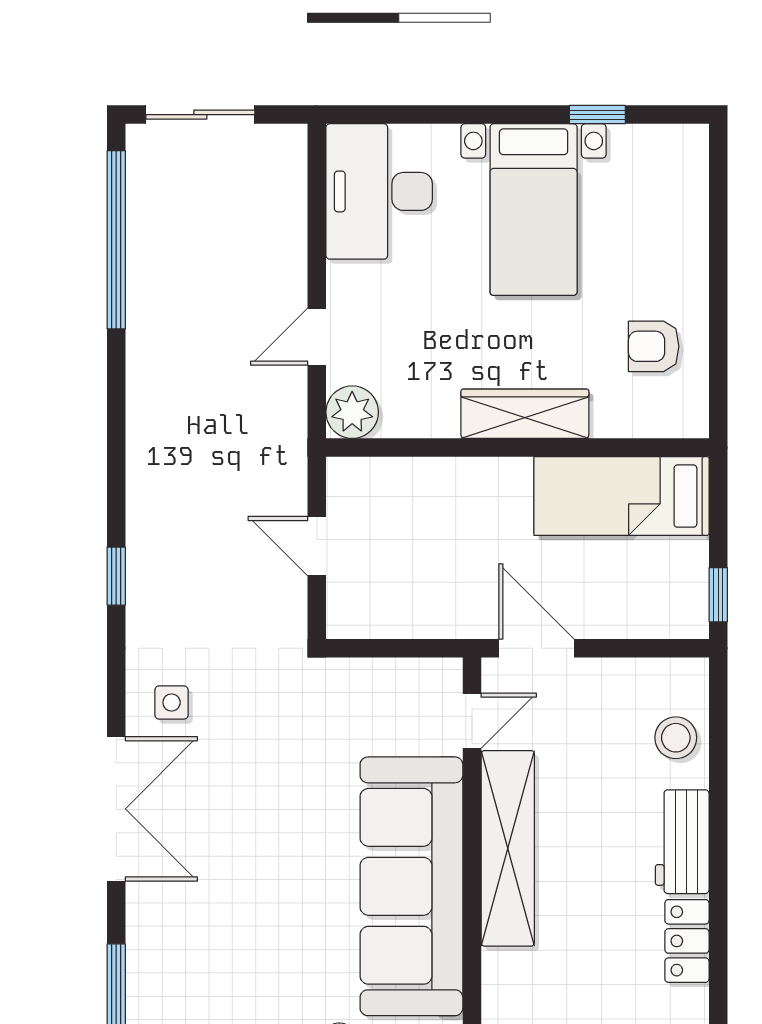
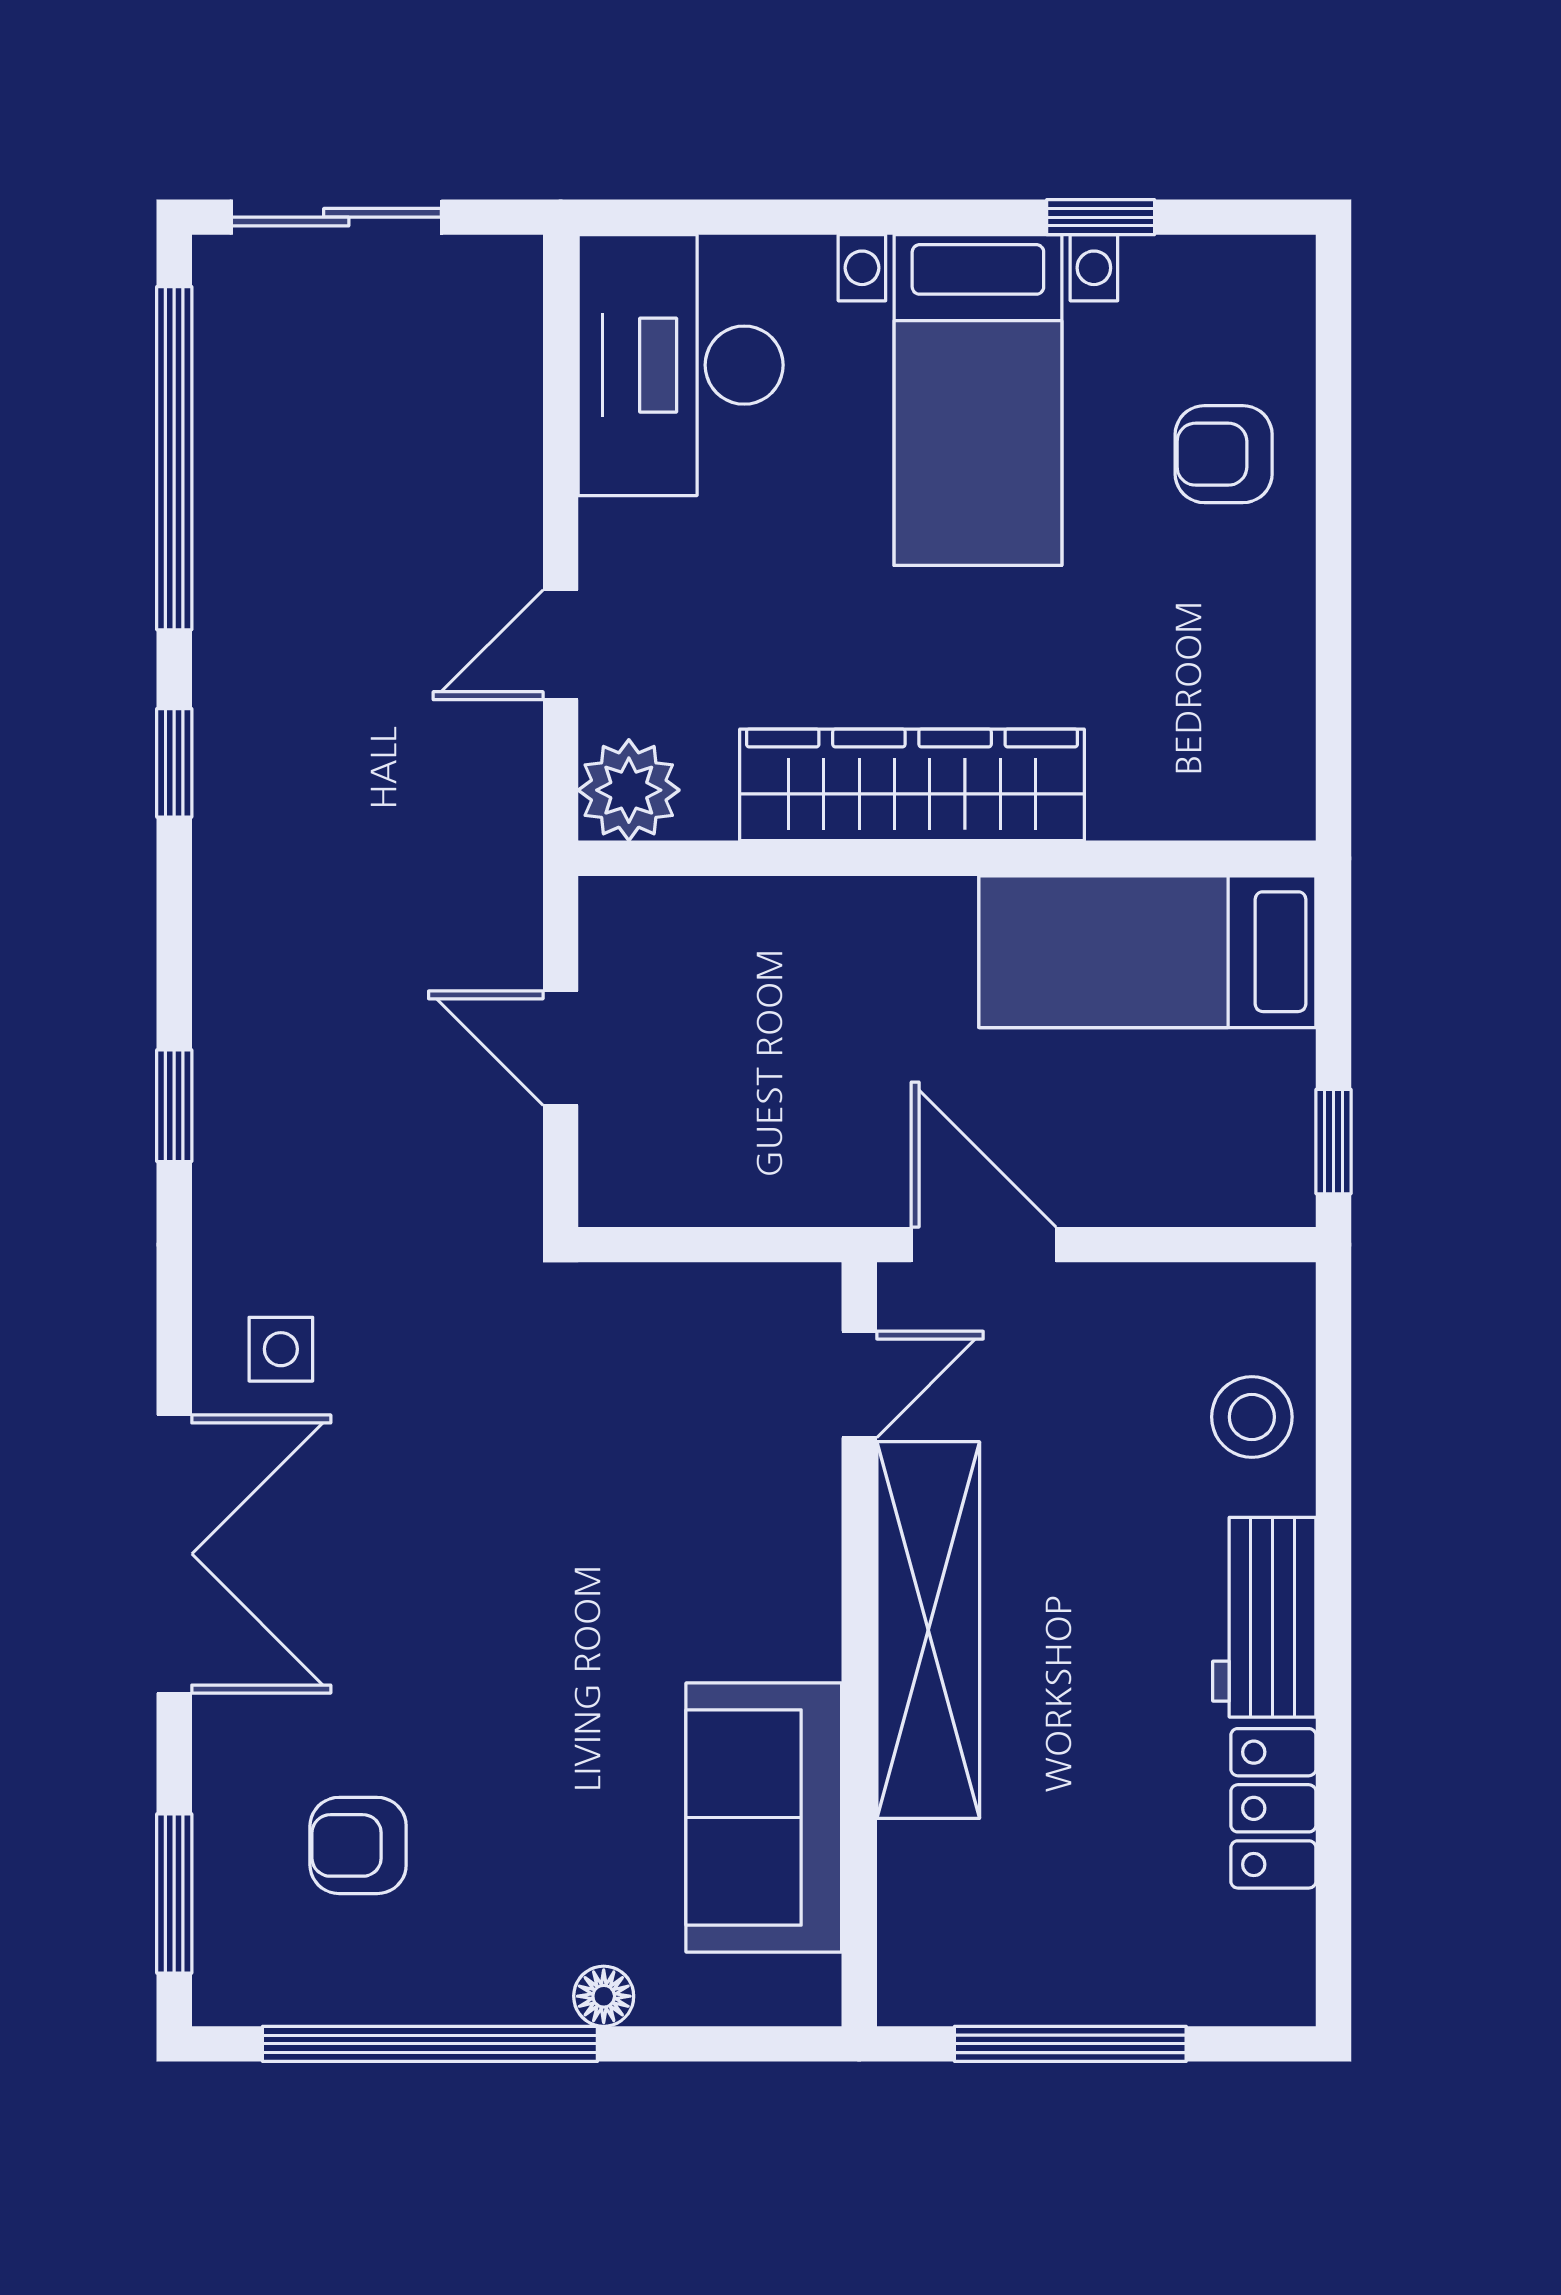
armchair: (654, 346) -> (1224, 454), moved
window: (116, 398) -> (174, 763), added
wardrobe: (525, 414) -> (912, 785), width x1.40, depth x1.17
sofa: (411, 886) -> (764, 1818), width x0.54, depth x0.79
armchair: (212, 960) -> (358, 1845), added

